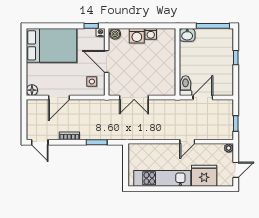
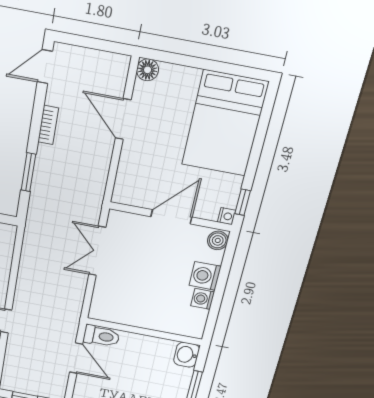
side table: (92, 82) -> (141, 184), removed

